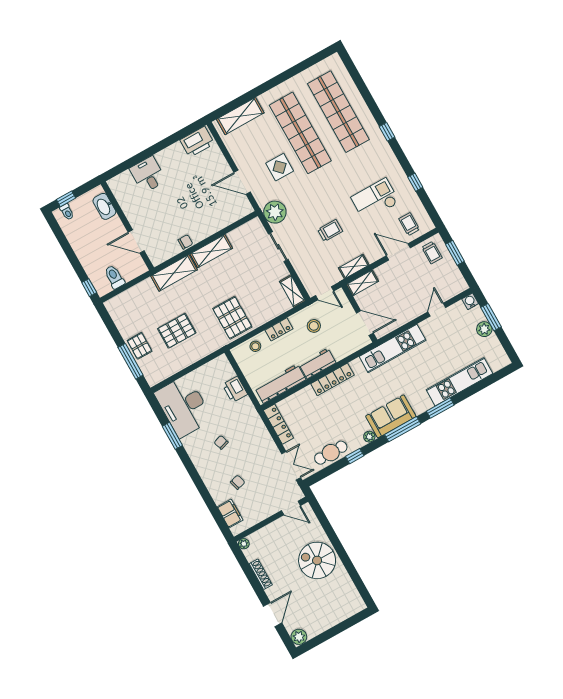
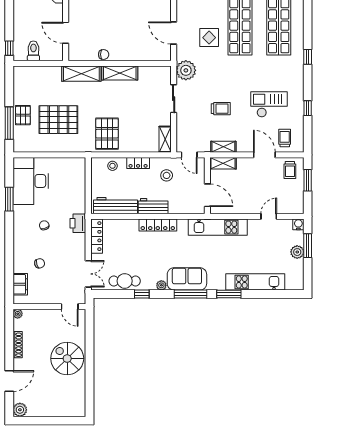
pallet: (177, 331) -> (58, 120), width x1.37, depth x1.41
printer: (235, 389) -> (78, 223), moved

